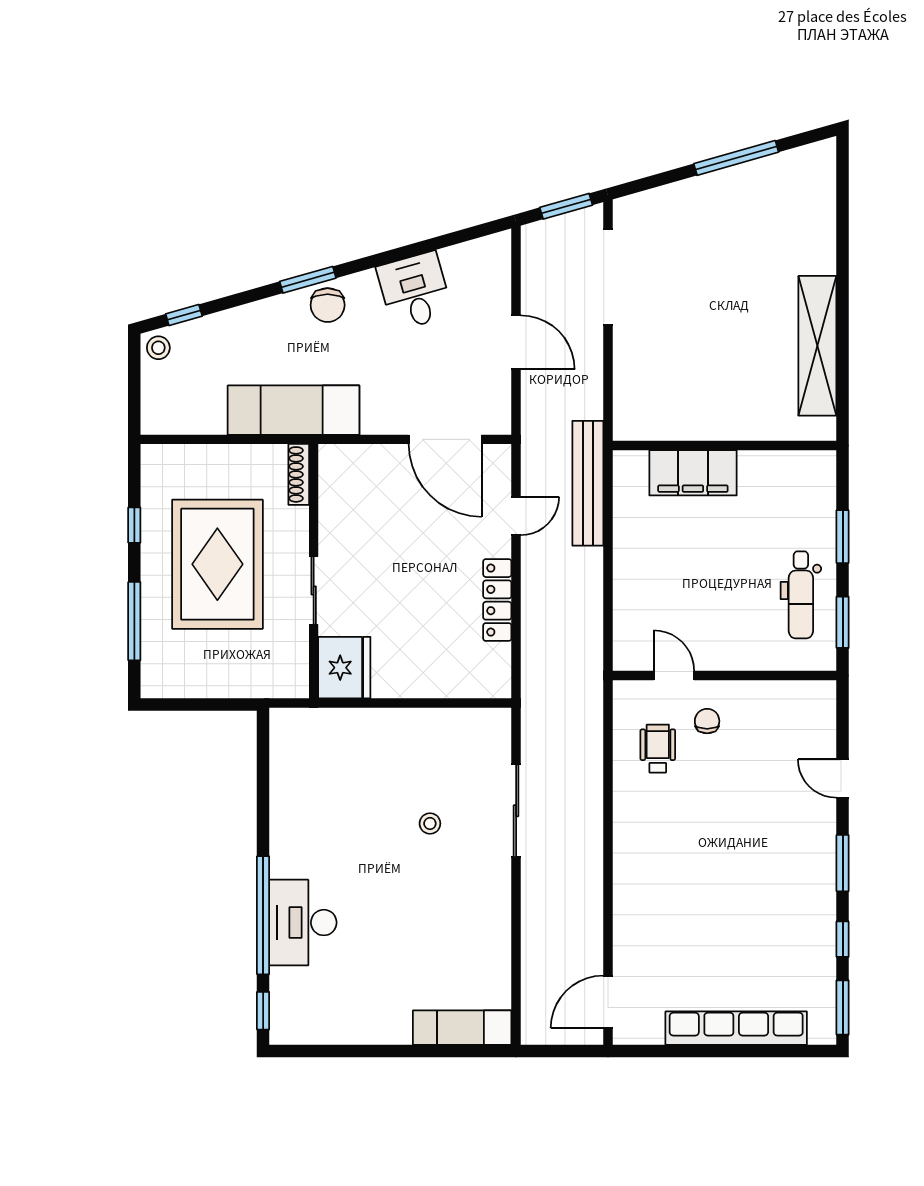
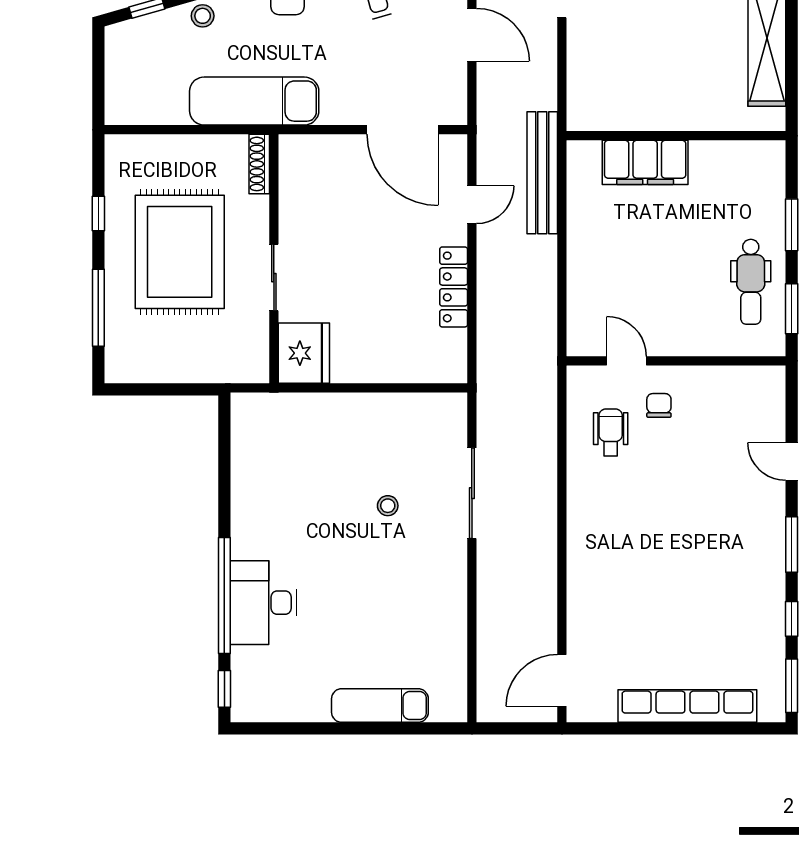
stool: (158, 348) -> (203, 16), moved
exam couch: (462, 1028) -> (380, 706), moved

